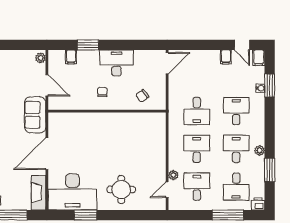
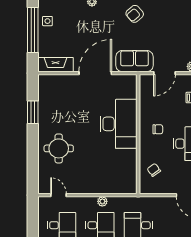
door: (47, 154) -> (95, 73), hinge flipped
plant: (173, 175) -> (102, 201), moved
desk: (72, 192) -> (119, 124), moved, turned 180

